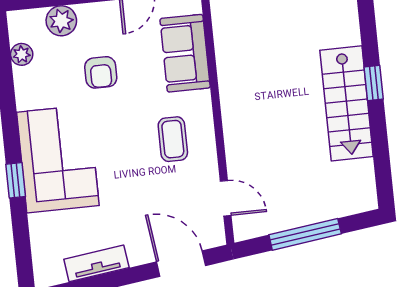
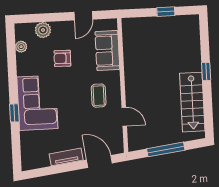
armchair: (101, 72) -> (62, 58), turned 91
stairs: (347, 103) -> (192, 102), moved
door: (226, 198) -> (124, 117), moved
tv unit: (96, 263) -> (66, 157), moved

